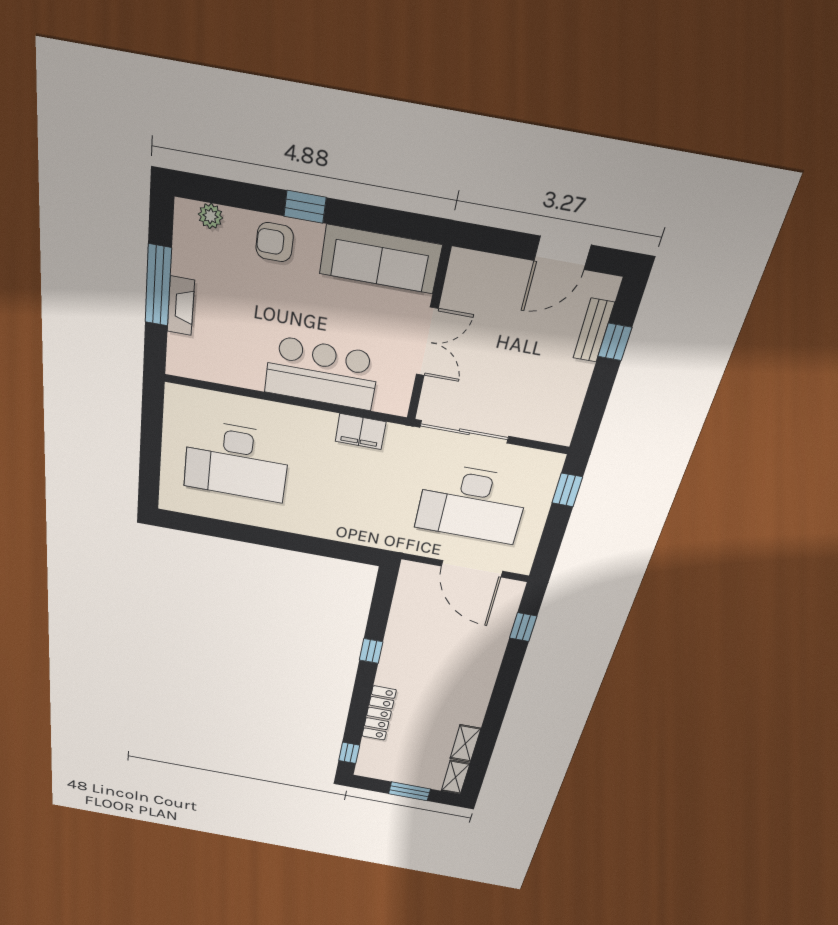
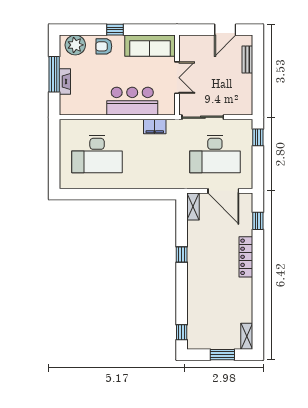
plant: (210, 216) -> (75, 45), width x1.88, depth x1.88
window: (615, 342) -> (258, 63), removed
locker: (379, 713) -> (246, 257), moved, turned 180
shelving: (465, 743) -> (193, 206), moved

